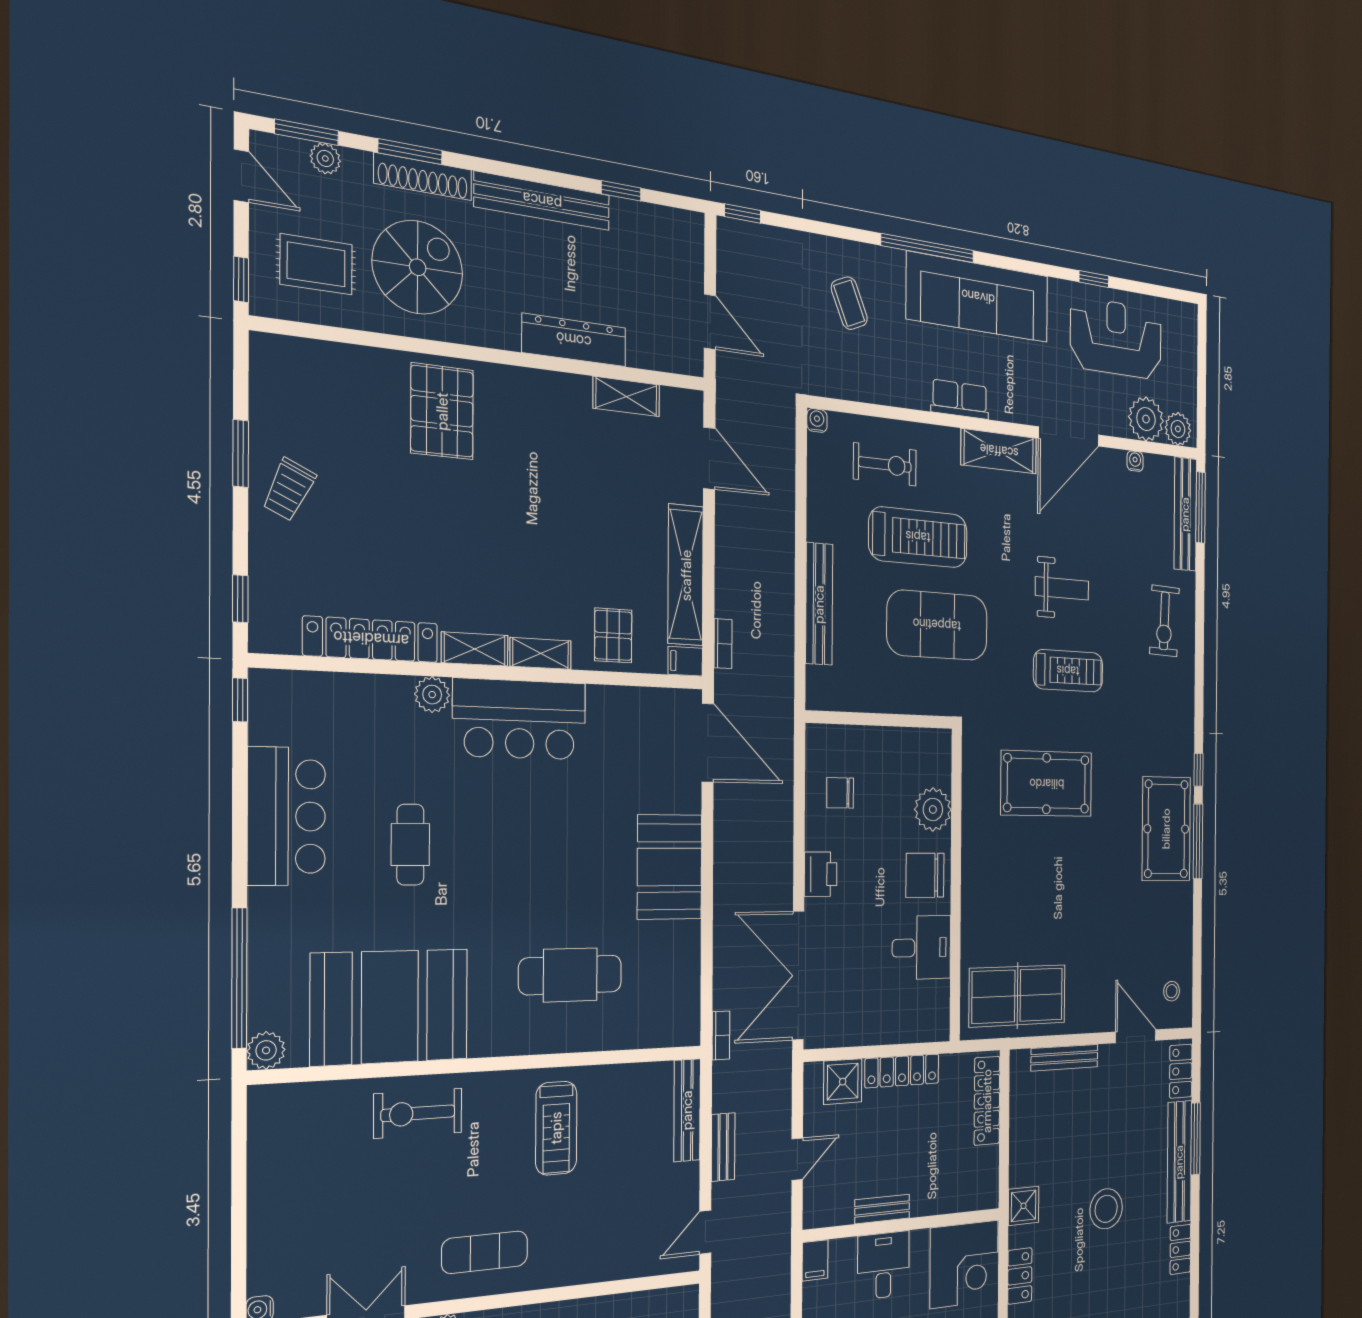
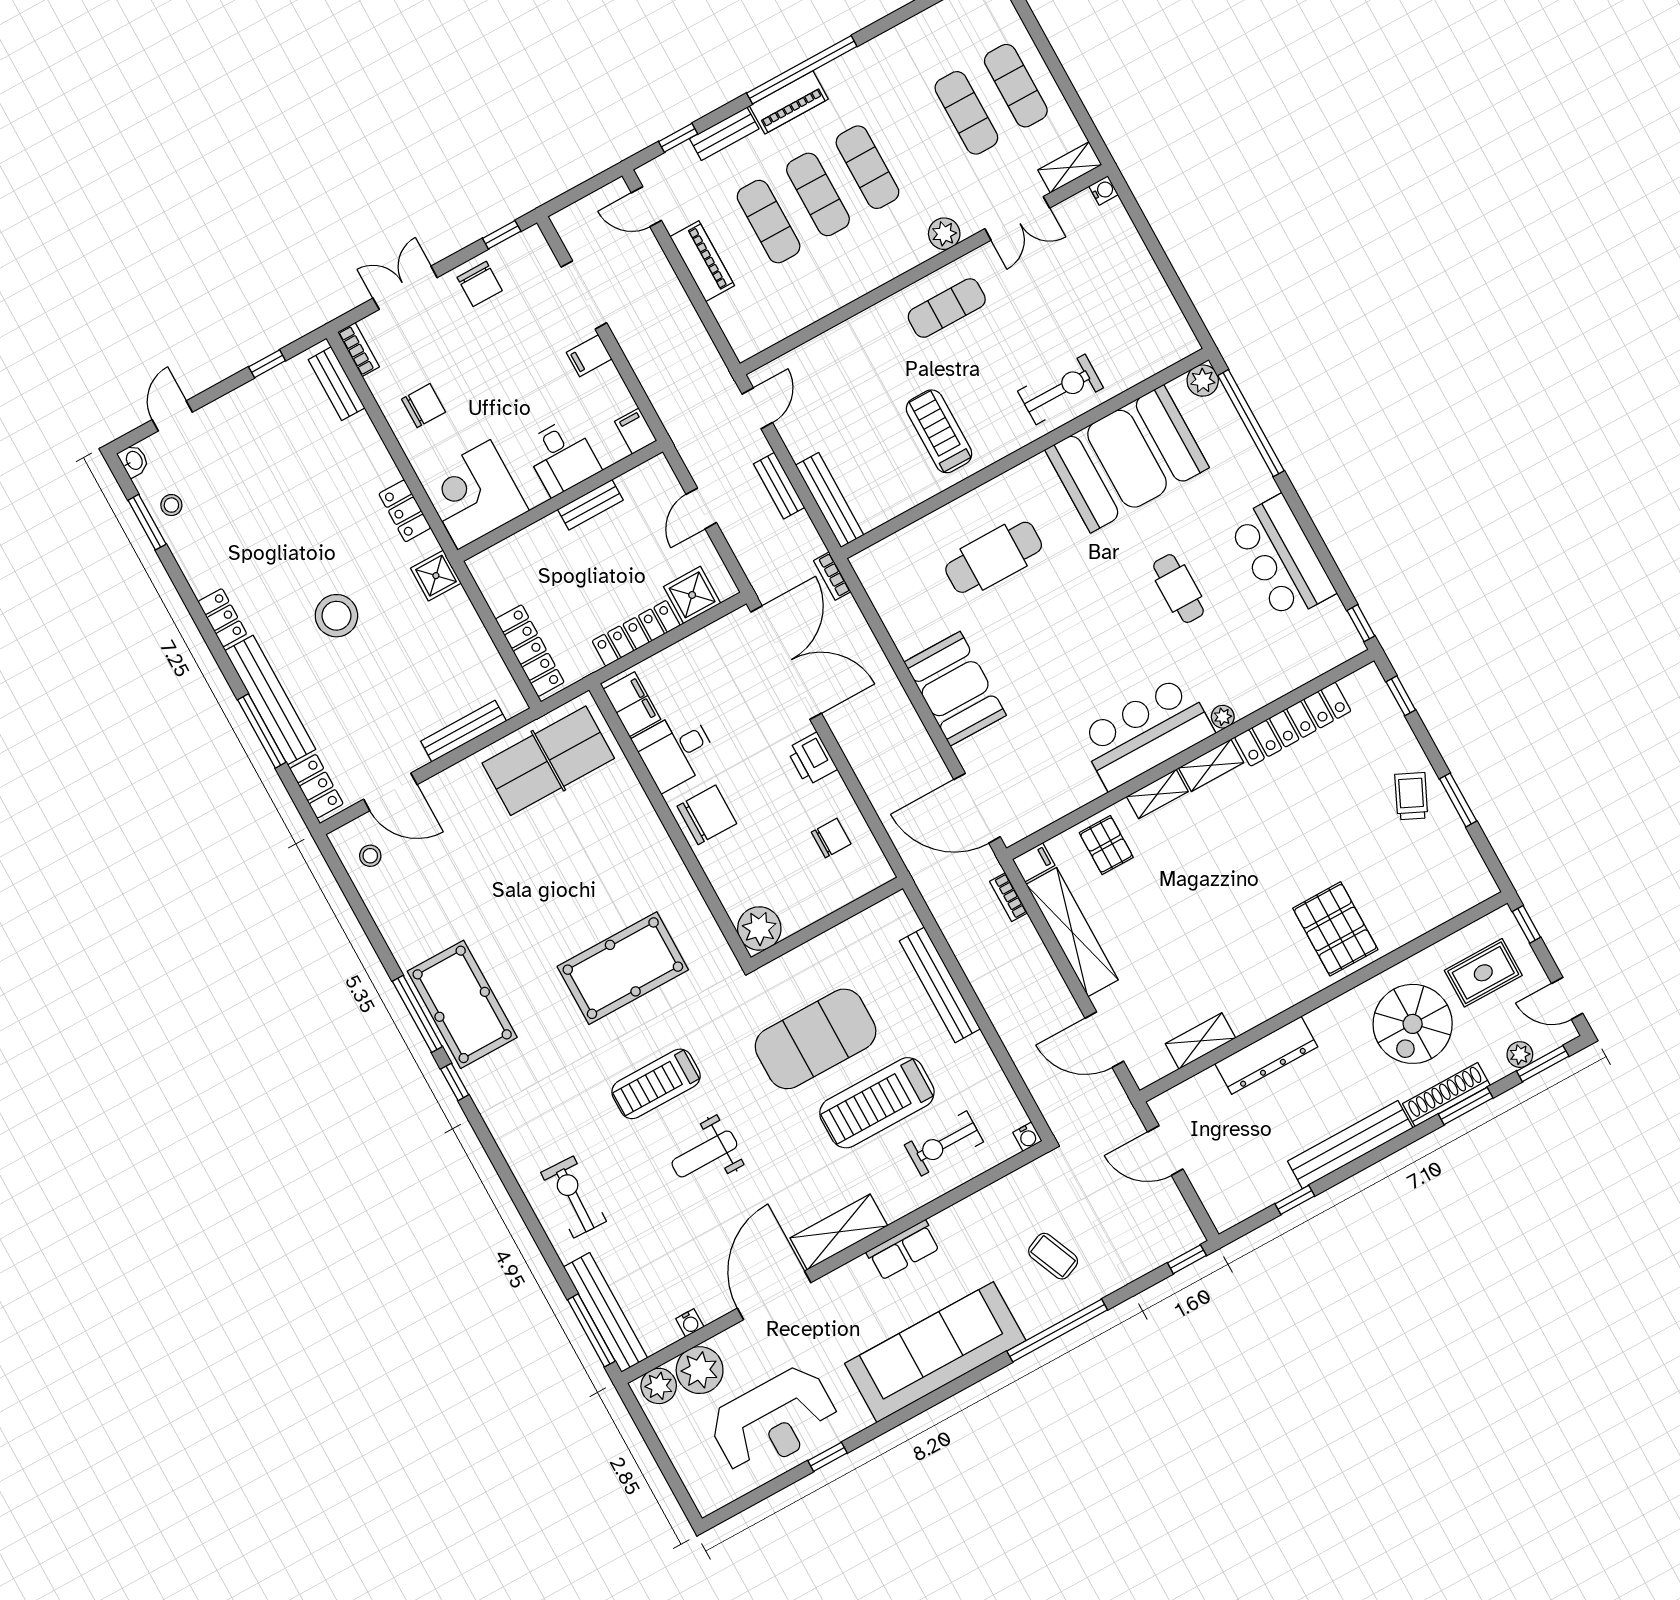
window: (928, 248) -> (1057, 1330), moved
plant: (432, 695) -> (1223, 717), width x0.73, depth x0.73
plant: (933, 809) -> (759, 928), moved
filing cabinet: (935, 1009) -> (632, 704), added

